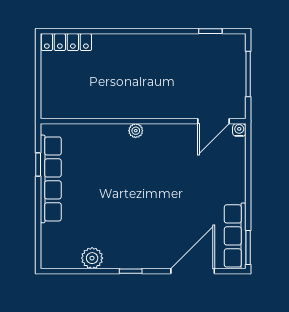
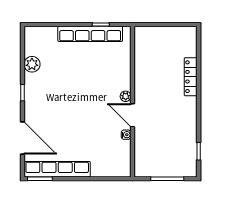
locker: (66, 42) -> (191, 77), moved
door: (214, 121) -> (133, 115), moved
water cooler: (239, 130) -> (126, 135), moved
row of seats: (235, 236) -> (57, 169), width x1.36

